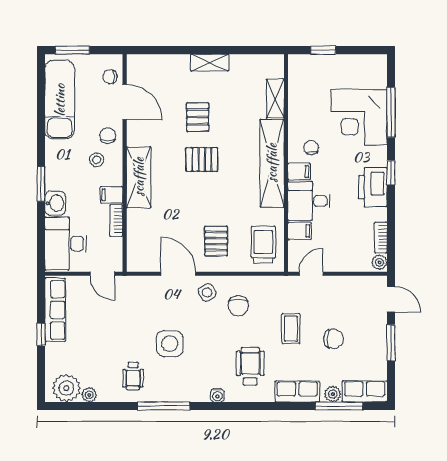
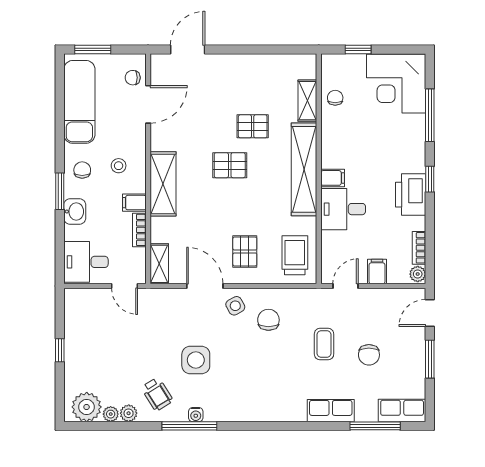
door: (162, 50) -> (188, 50), added
shelving: (210, 63) -> (159, 264), moved, turned 90
door: (125, 102) -> (148, 104), hinge flipped
pallet: (198, 117) -> (253, 126), moved, turned 90
corner desk: (359, 117) -> (396, 84), moved
chair: (108, 136) -> (82, 170), moved
chair: (311, 148) -> (335, 98), moved
filing cabinet: (300, 231) -> (377, 272), moved, turned -90
desk: (66, 244) -> (86, 262), width x0.73
door: (391, 299) -> (430, 313), swing flipped
chair: (238, 306) -> (268, 320), turned 180
row of seats: (55, 310) -> (75, 324), removed
chair: (333, 339) -> (369, 355), turned 90
wheelchair: (250, 366) -> (281, 384), removed
wheelchair: (133, 376) -> (157, 394), turned -32
plant: (333, 394) -> (129, 413), moved
water cooler: (217, 395) -> (196, 415), moved

